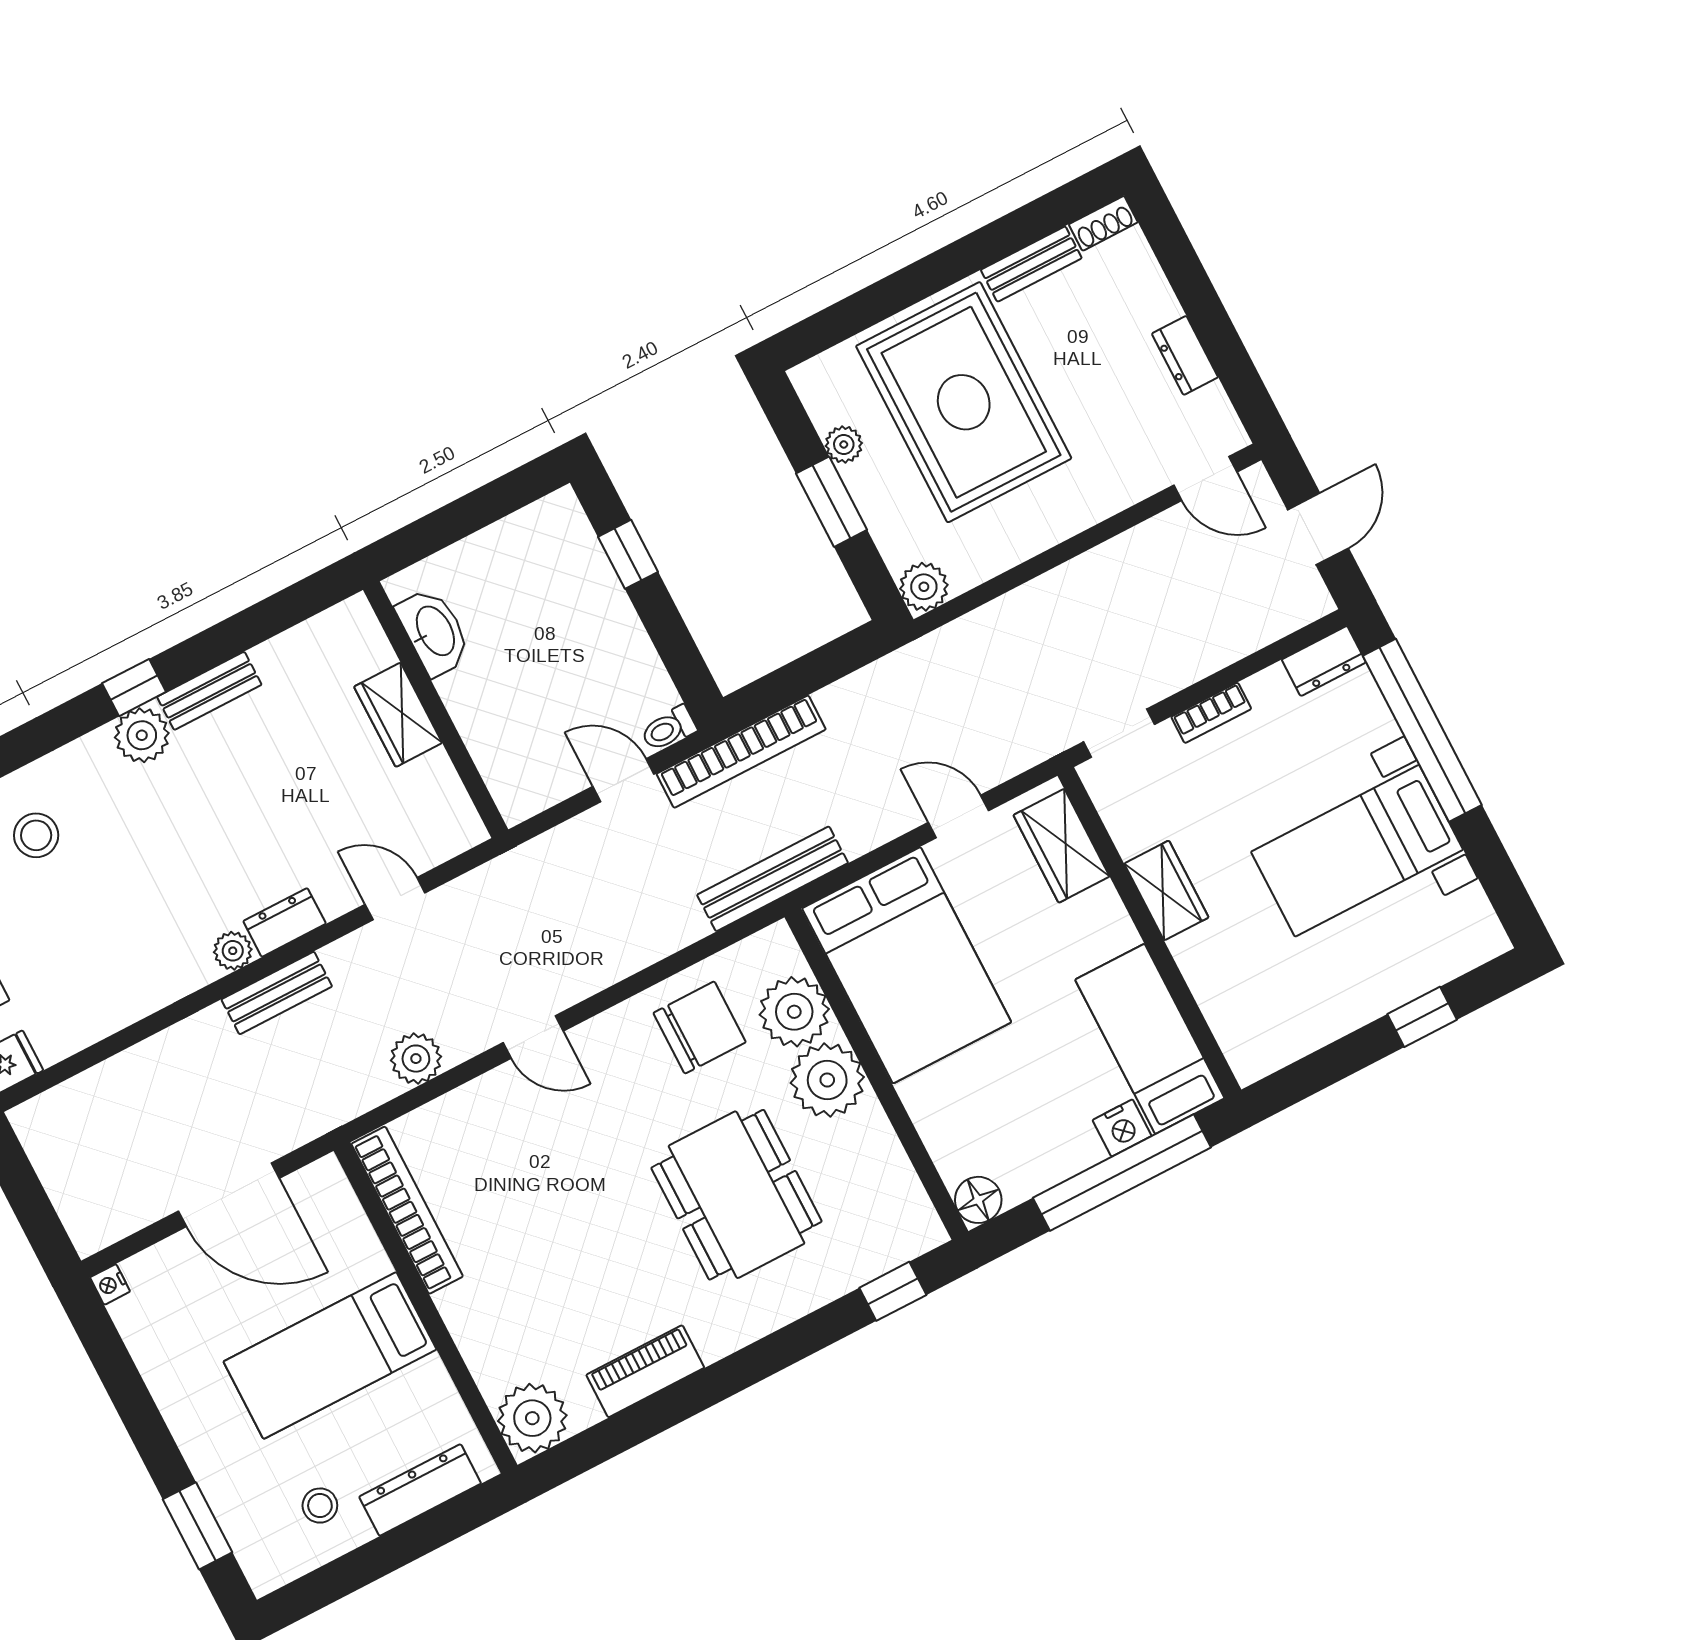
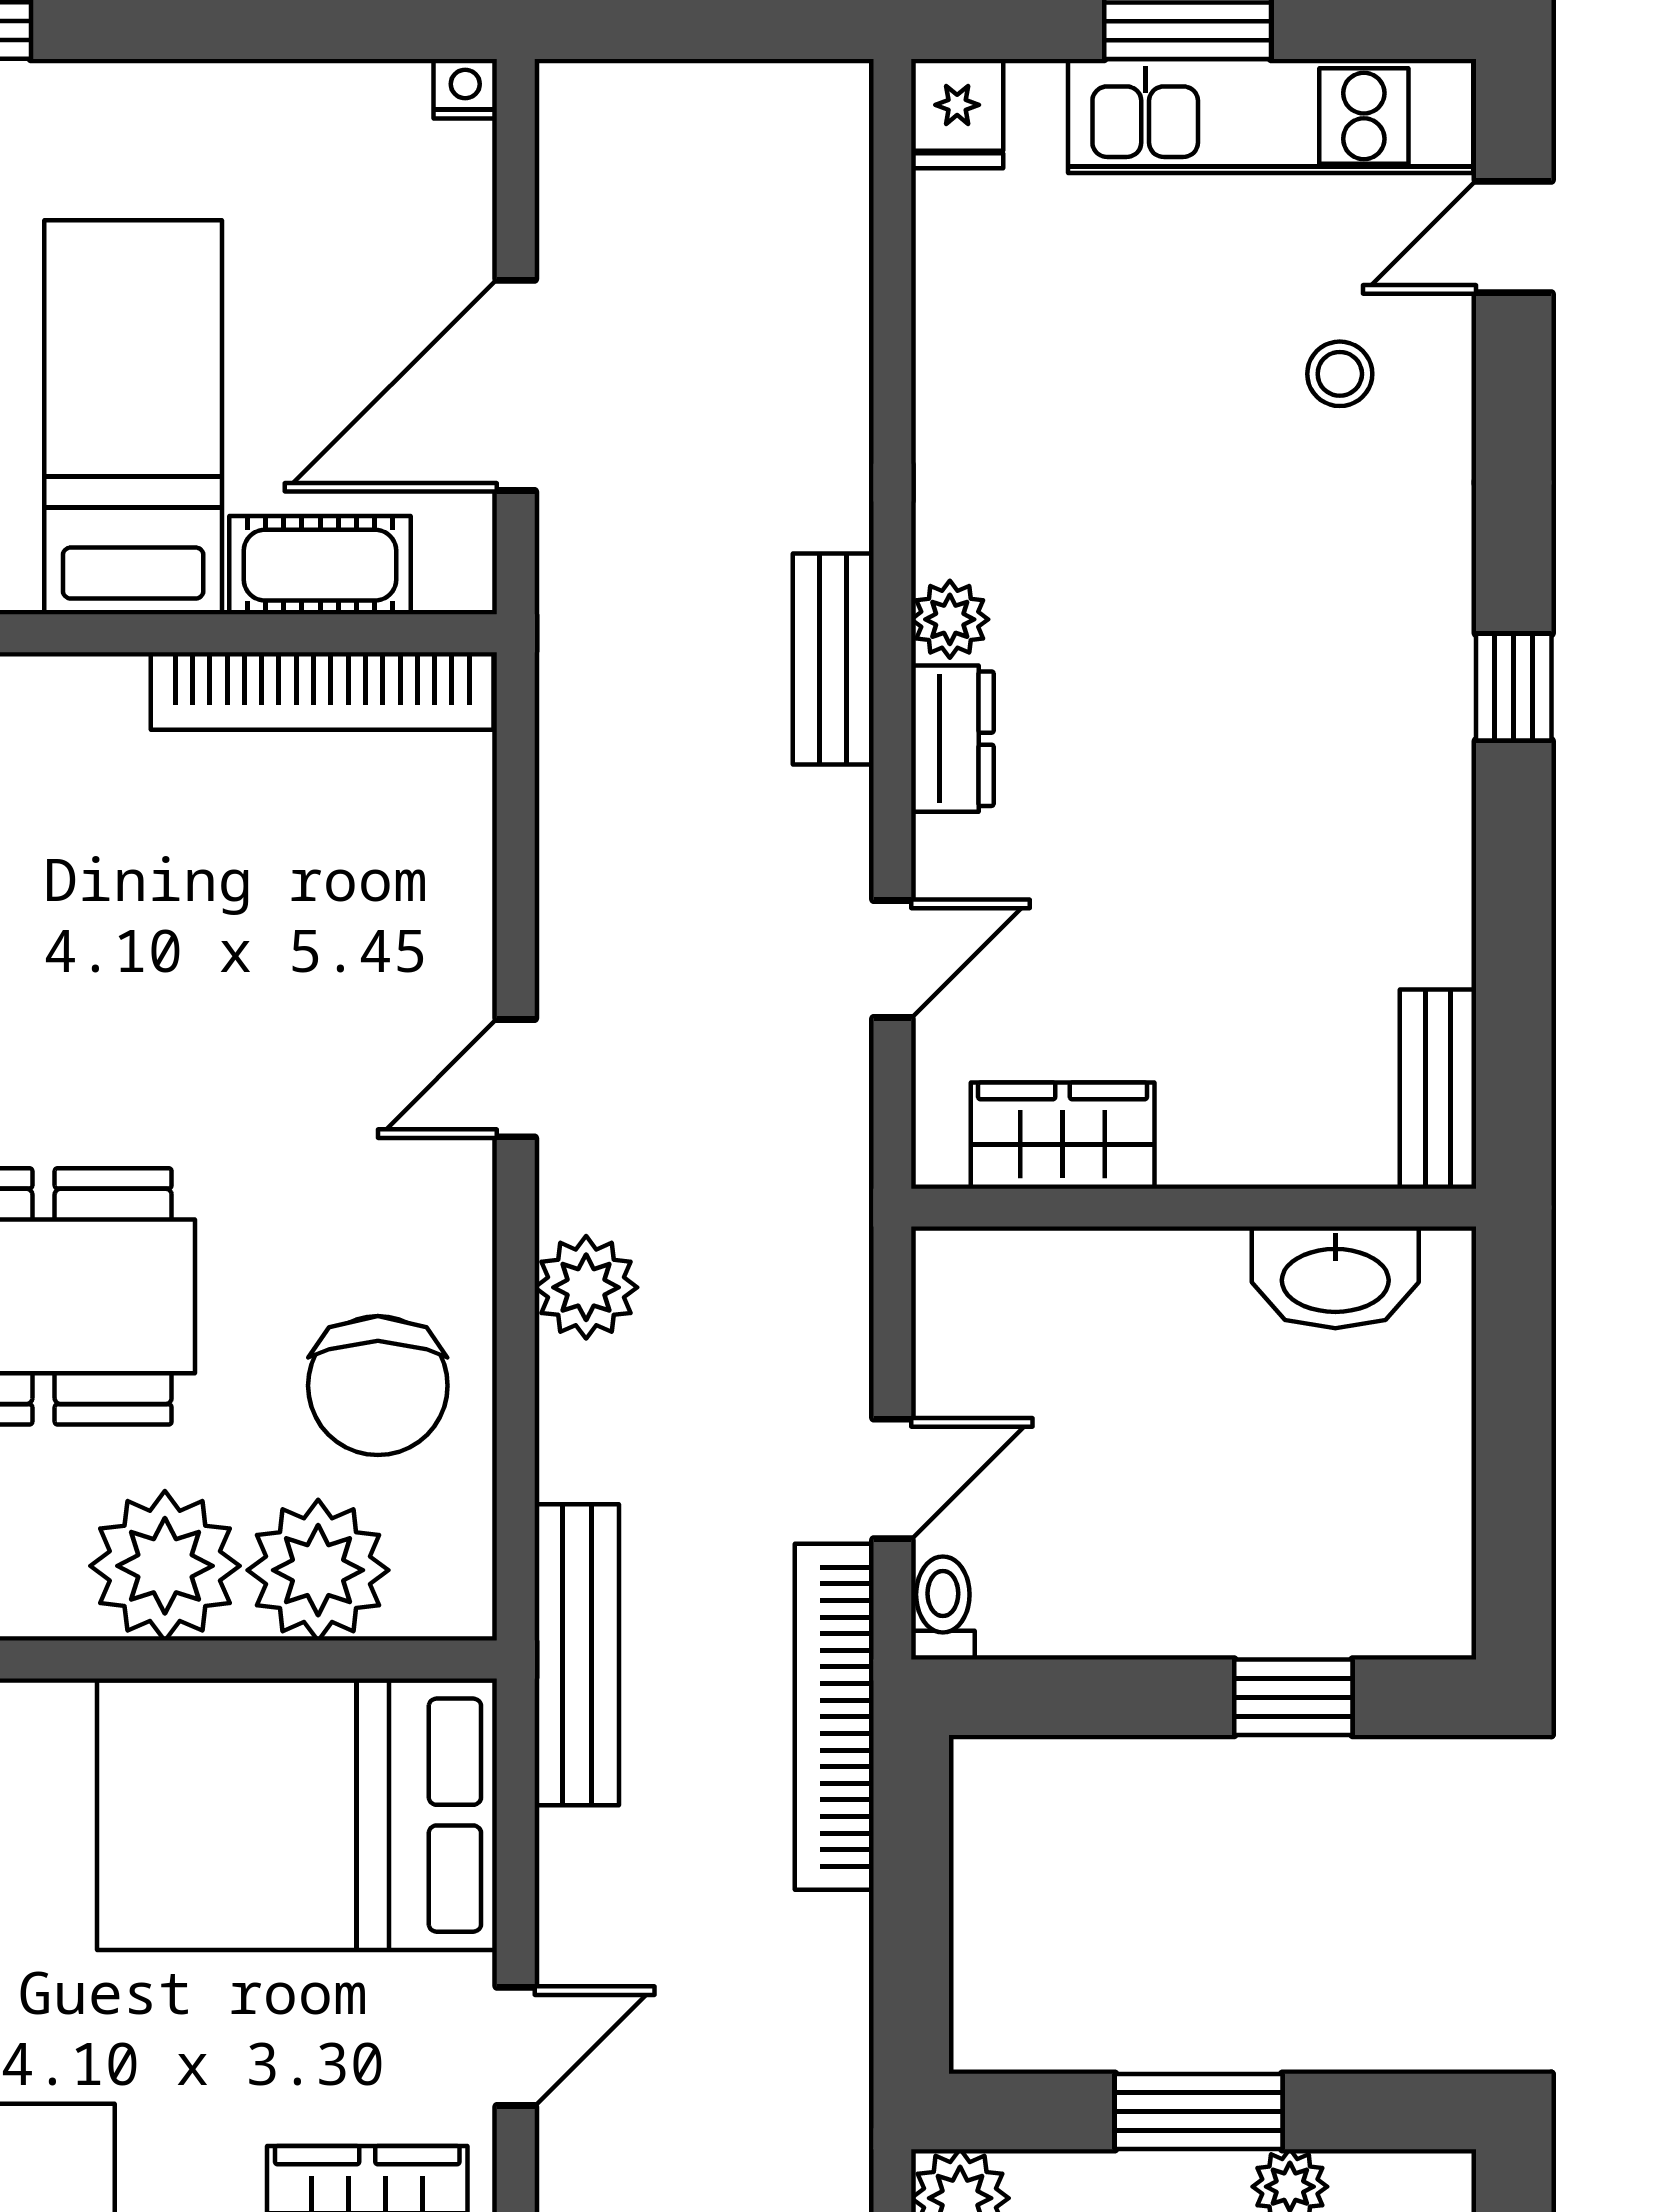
bench: (209, 691) -> (1438, 1089), moved
wardrobe: (398, 715) -> (1063, 1136), moved
plant: (142, 735) -> (1421, 657), removed
stool: (36, 835) -> (1340, 374), width x0.73, depth x0.73
plant: (416, 1059) -> (586, 1287), moved
cot: (352, 1240) -> (320, 565), added

